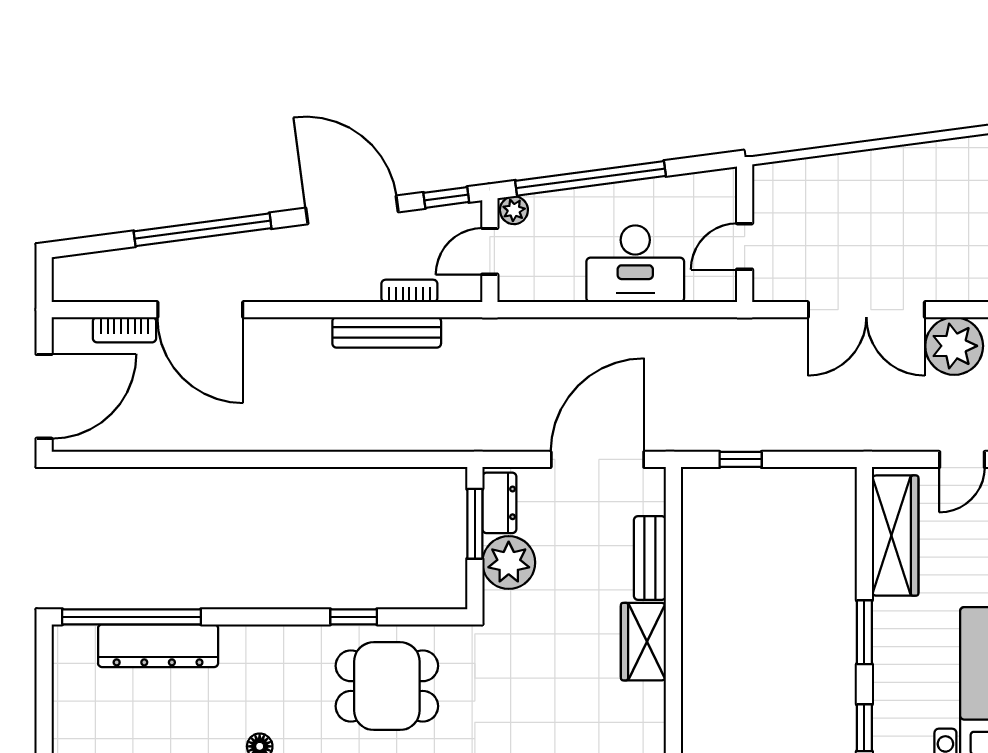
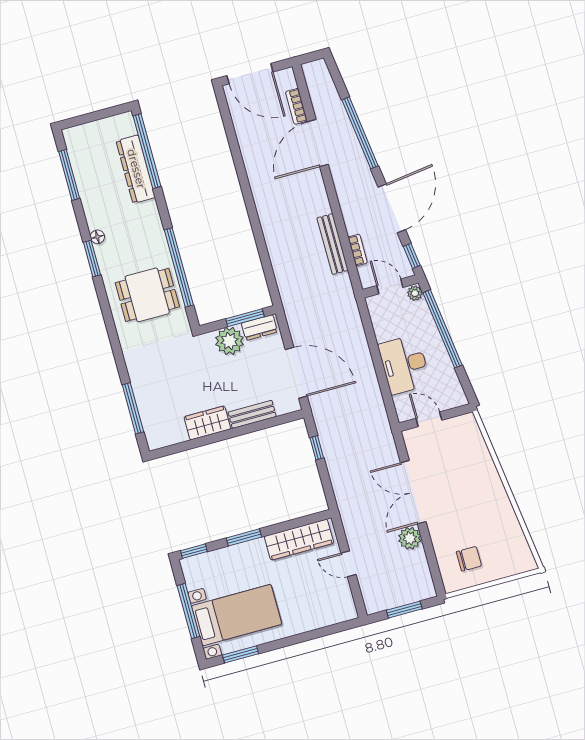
plant: (954, 346) -> (410, 538), width x0.73, depth x0.73
window: (354, 617) -> (179, 268), width x3.17
dining table: (387, 686) -> (147, 295), turned 90

